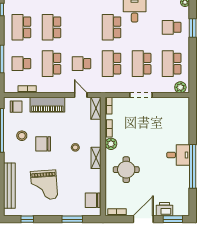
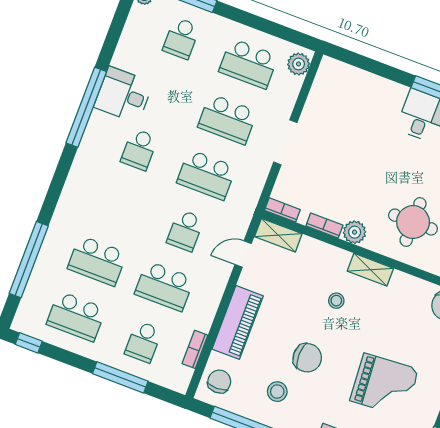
school desk: (112, 27) -> (139, 149), width x0.54
chair: (43, 144) -> (307, 358), turned -90

